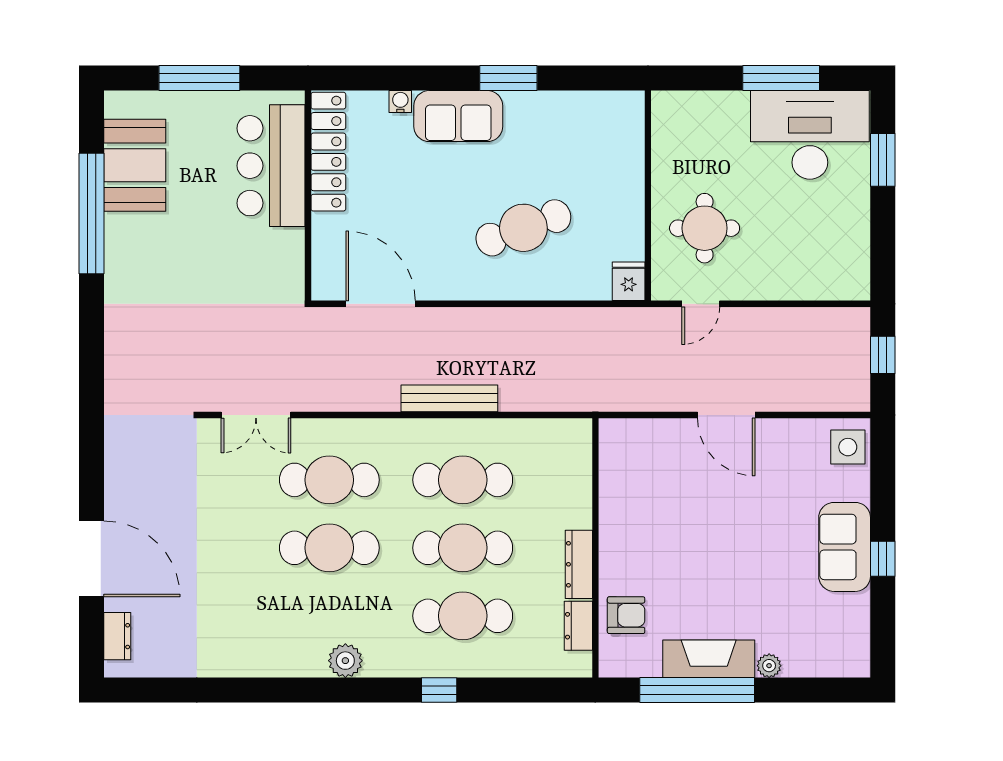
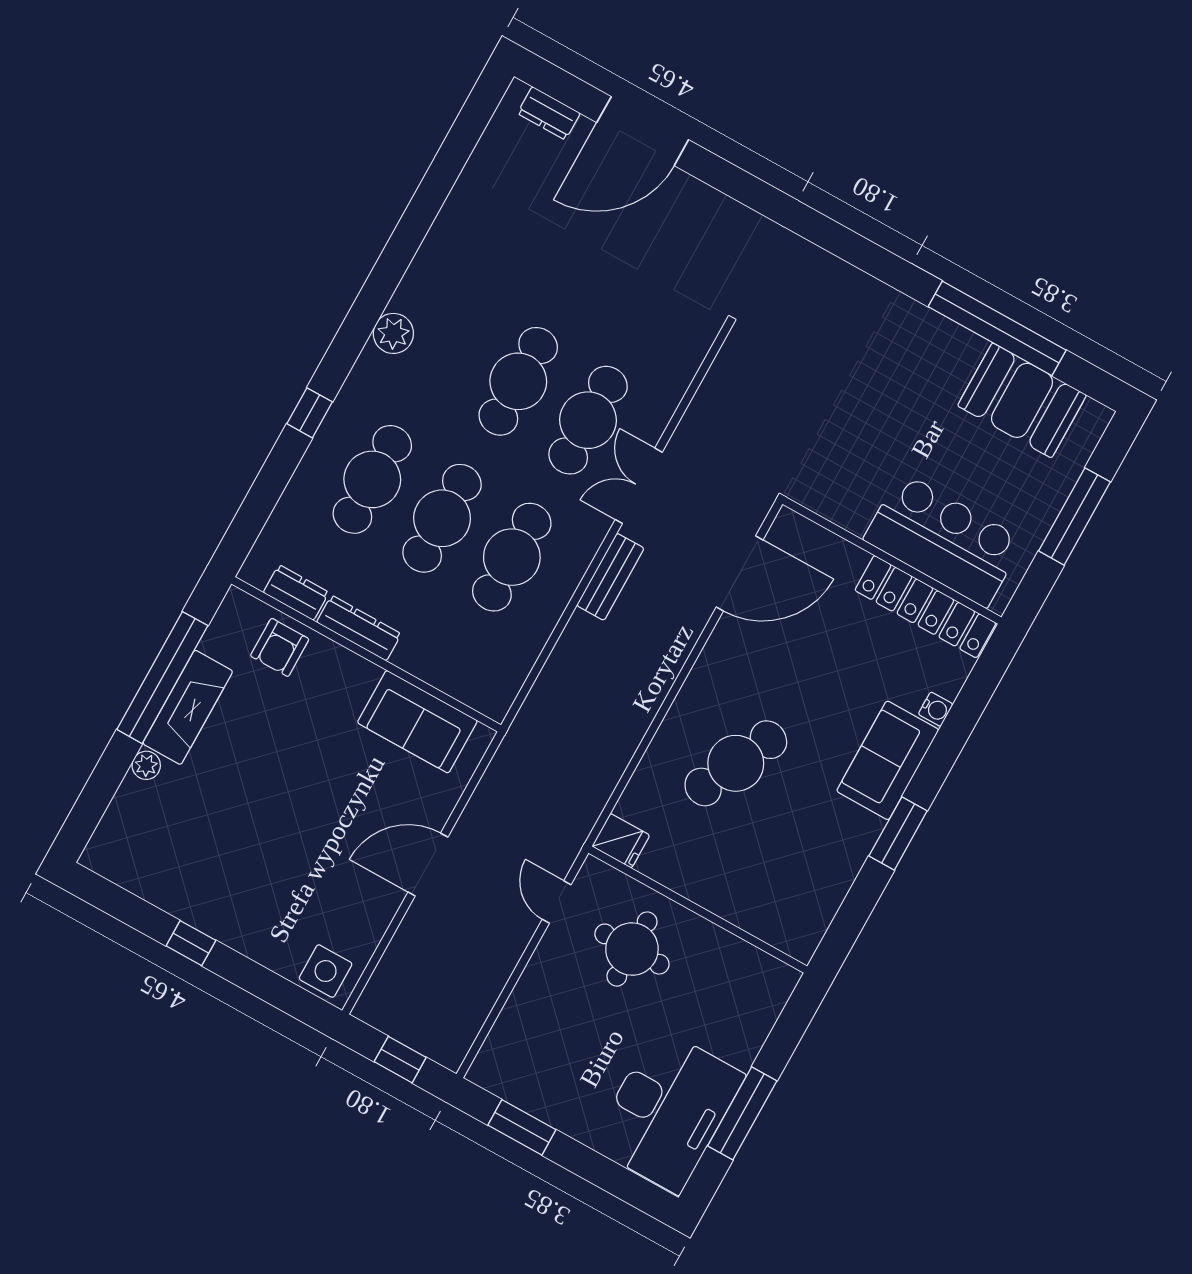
window: (883, 160) -> (522, 1127), moved
cafe table: (523, 228) -> (736, 763), turned 45
bench: (449, 398) -> (610, 577), width x0.73
double door: (256, 415) -> (639, 486), moved
sofa: (845, 547) -> (417, 722), moved, turned 180

